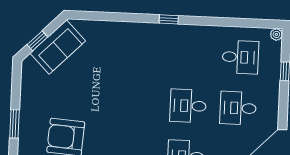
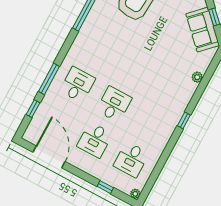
plant: (114, 28) -> (197, 77), added
desk: (238, 108) -> (95, 140), turned 180

